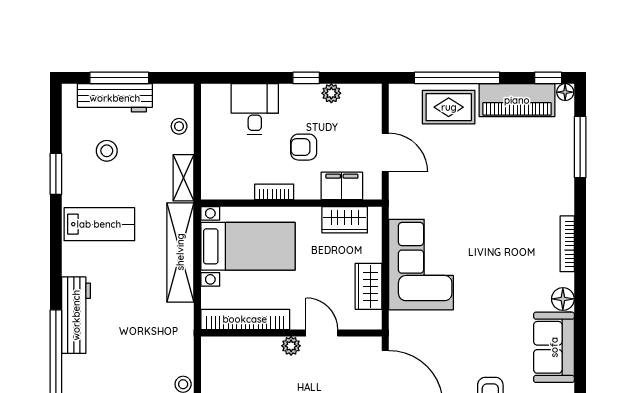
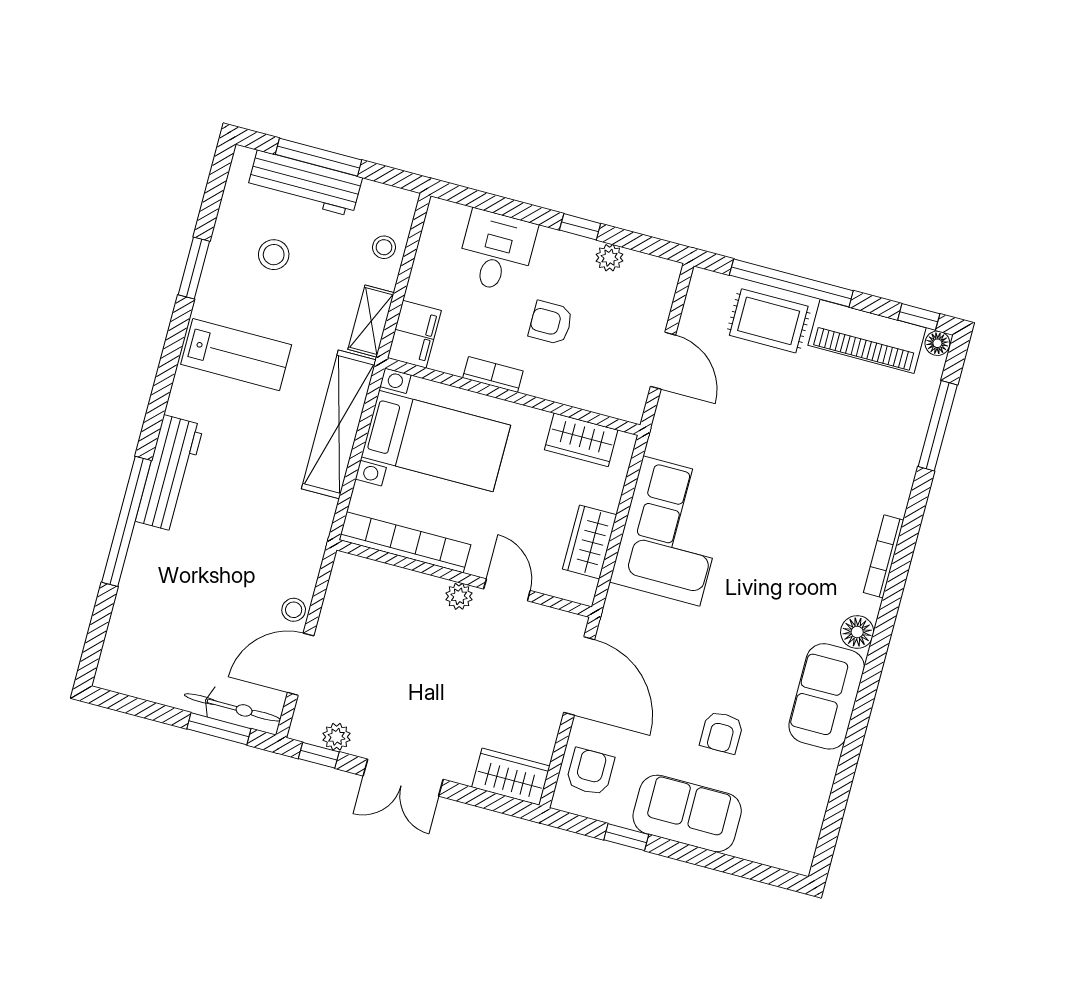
filing cabinet: (342, 186) -> (414, 334), moved, turned 90

